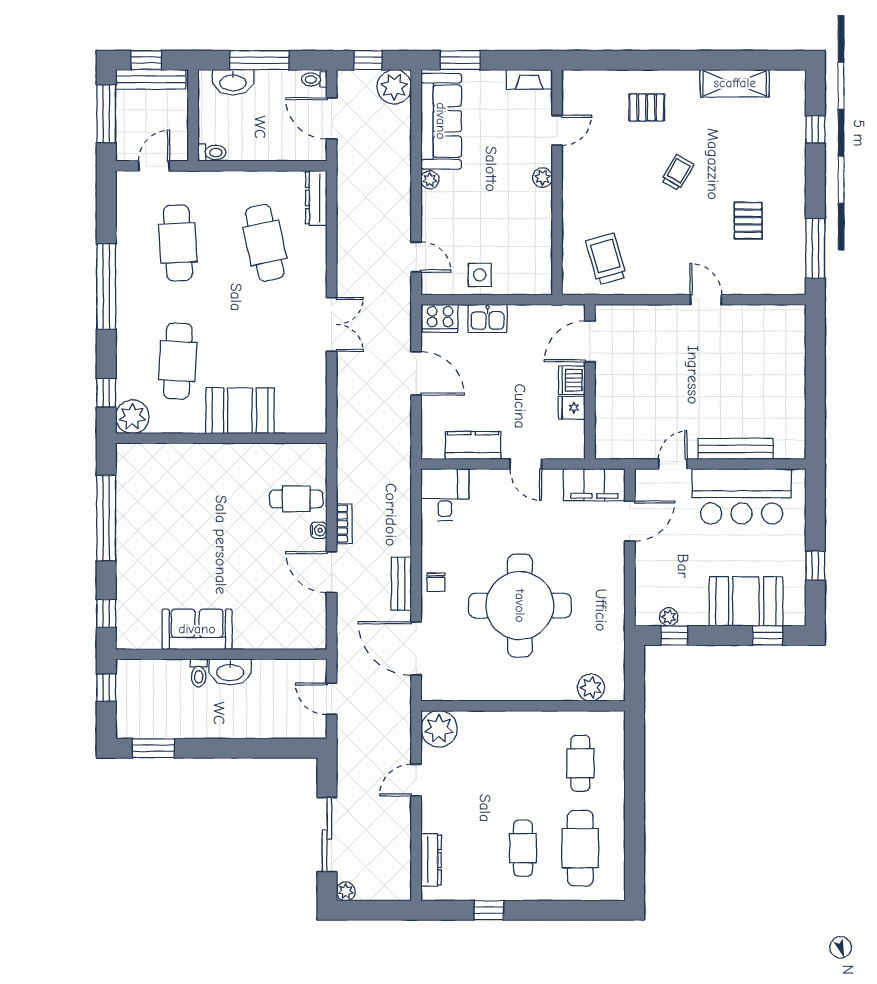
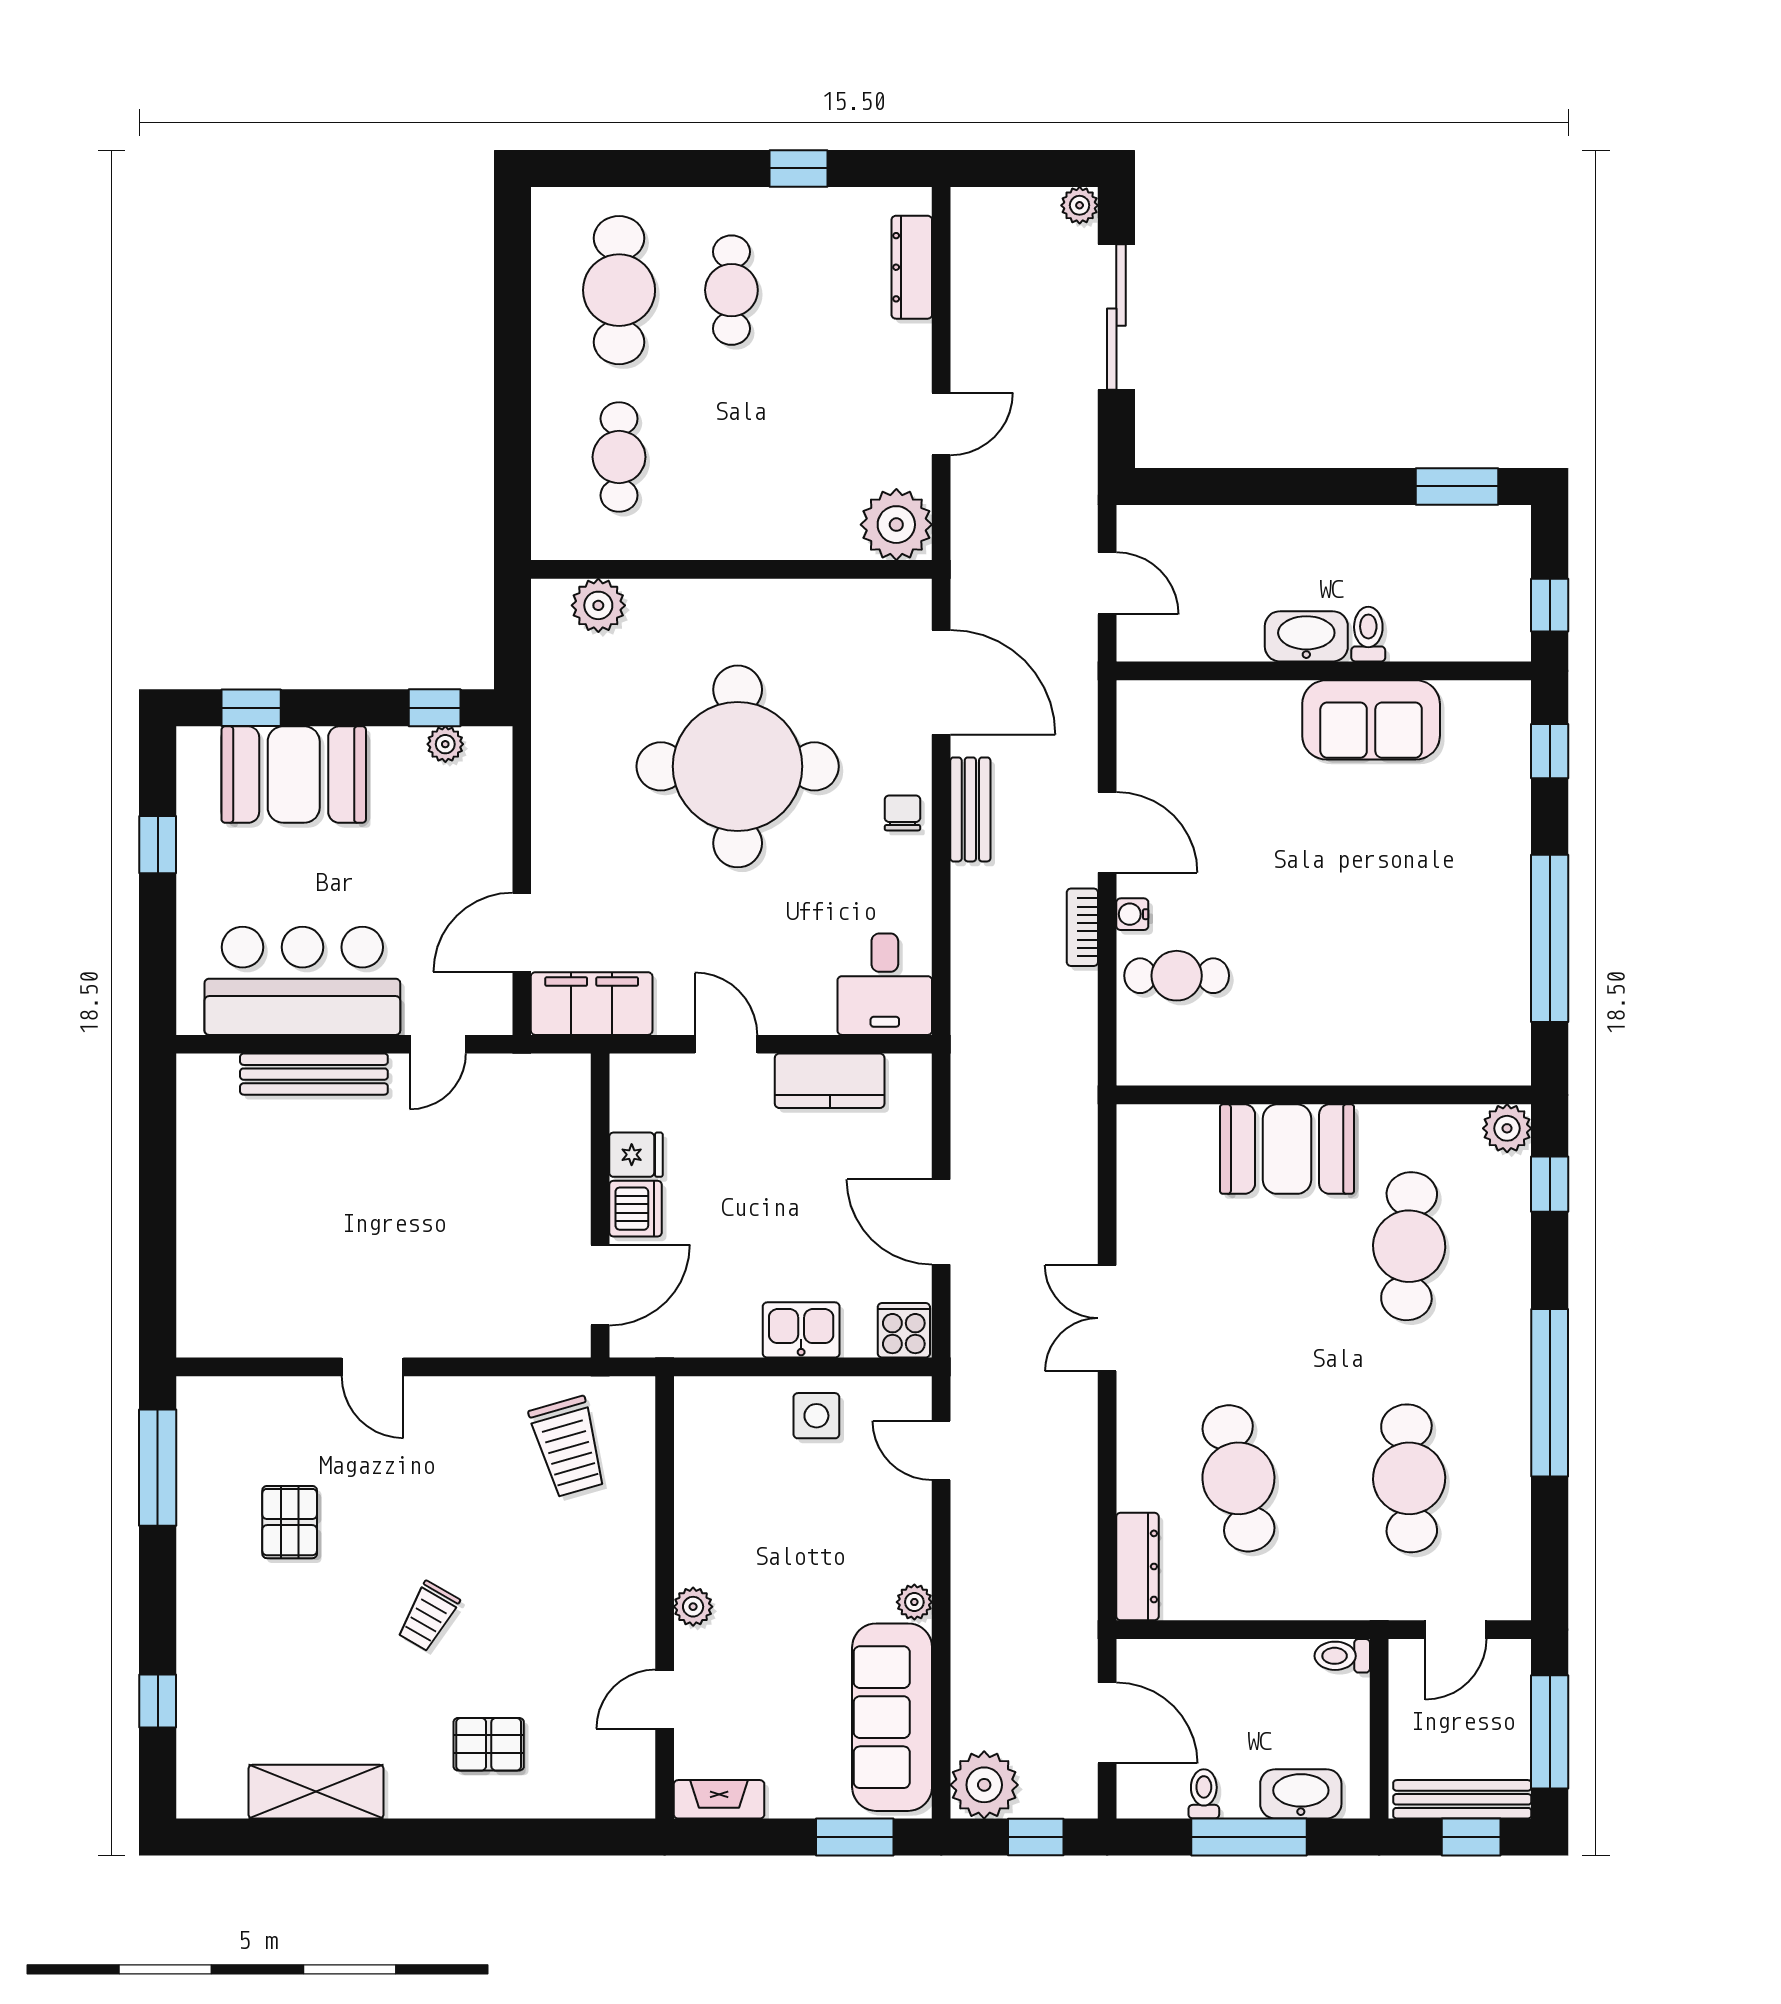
toilet: (314, 80) -> (1204, 1794), moved, turned -90
cooker: (440, 318) -> (904, 1330), width x0.73
plant: (132, 417) -> (1507, 1128), width x0.73, depth x0.73

